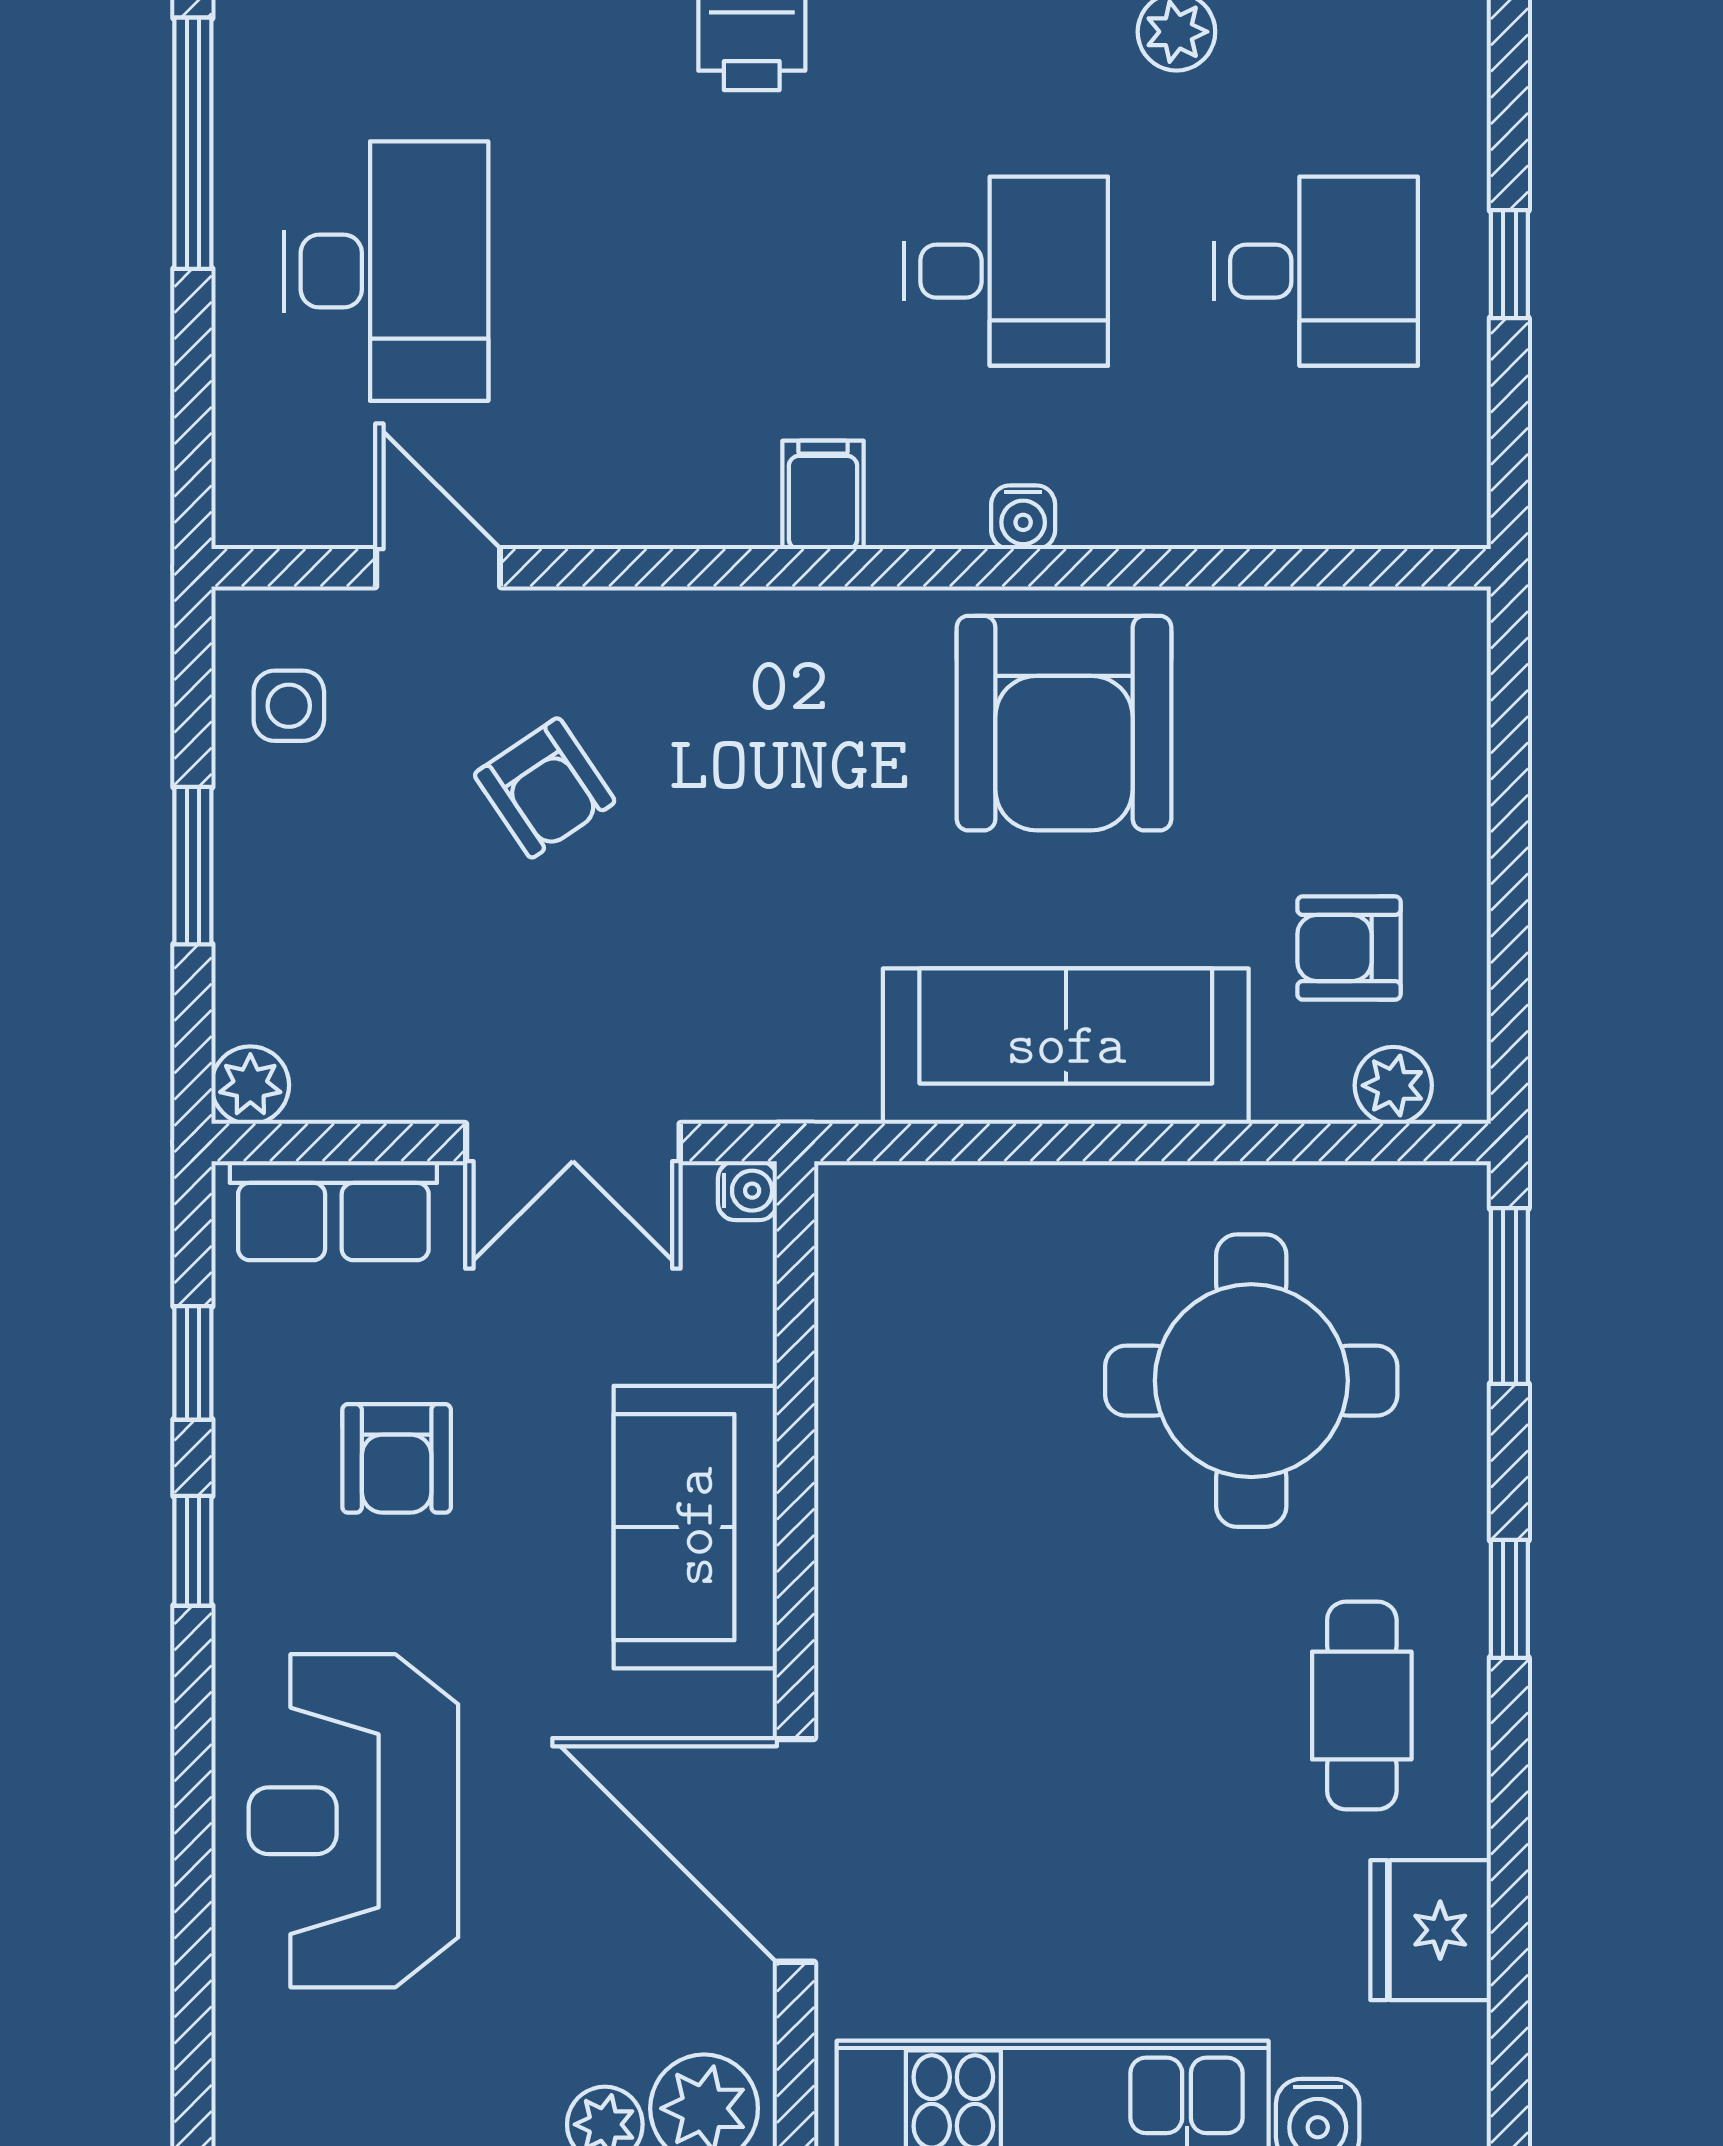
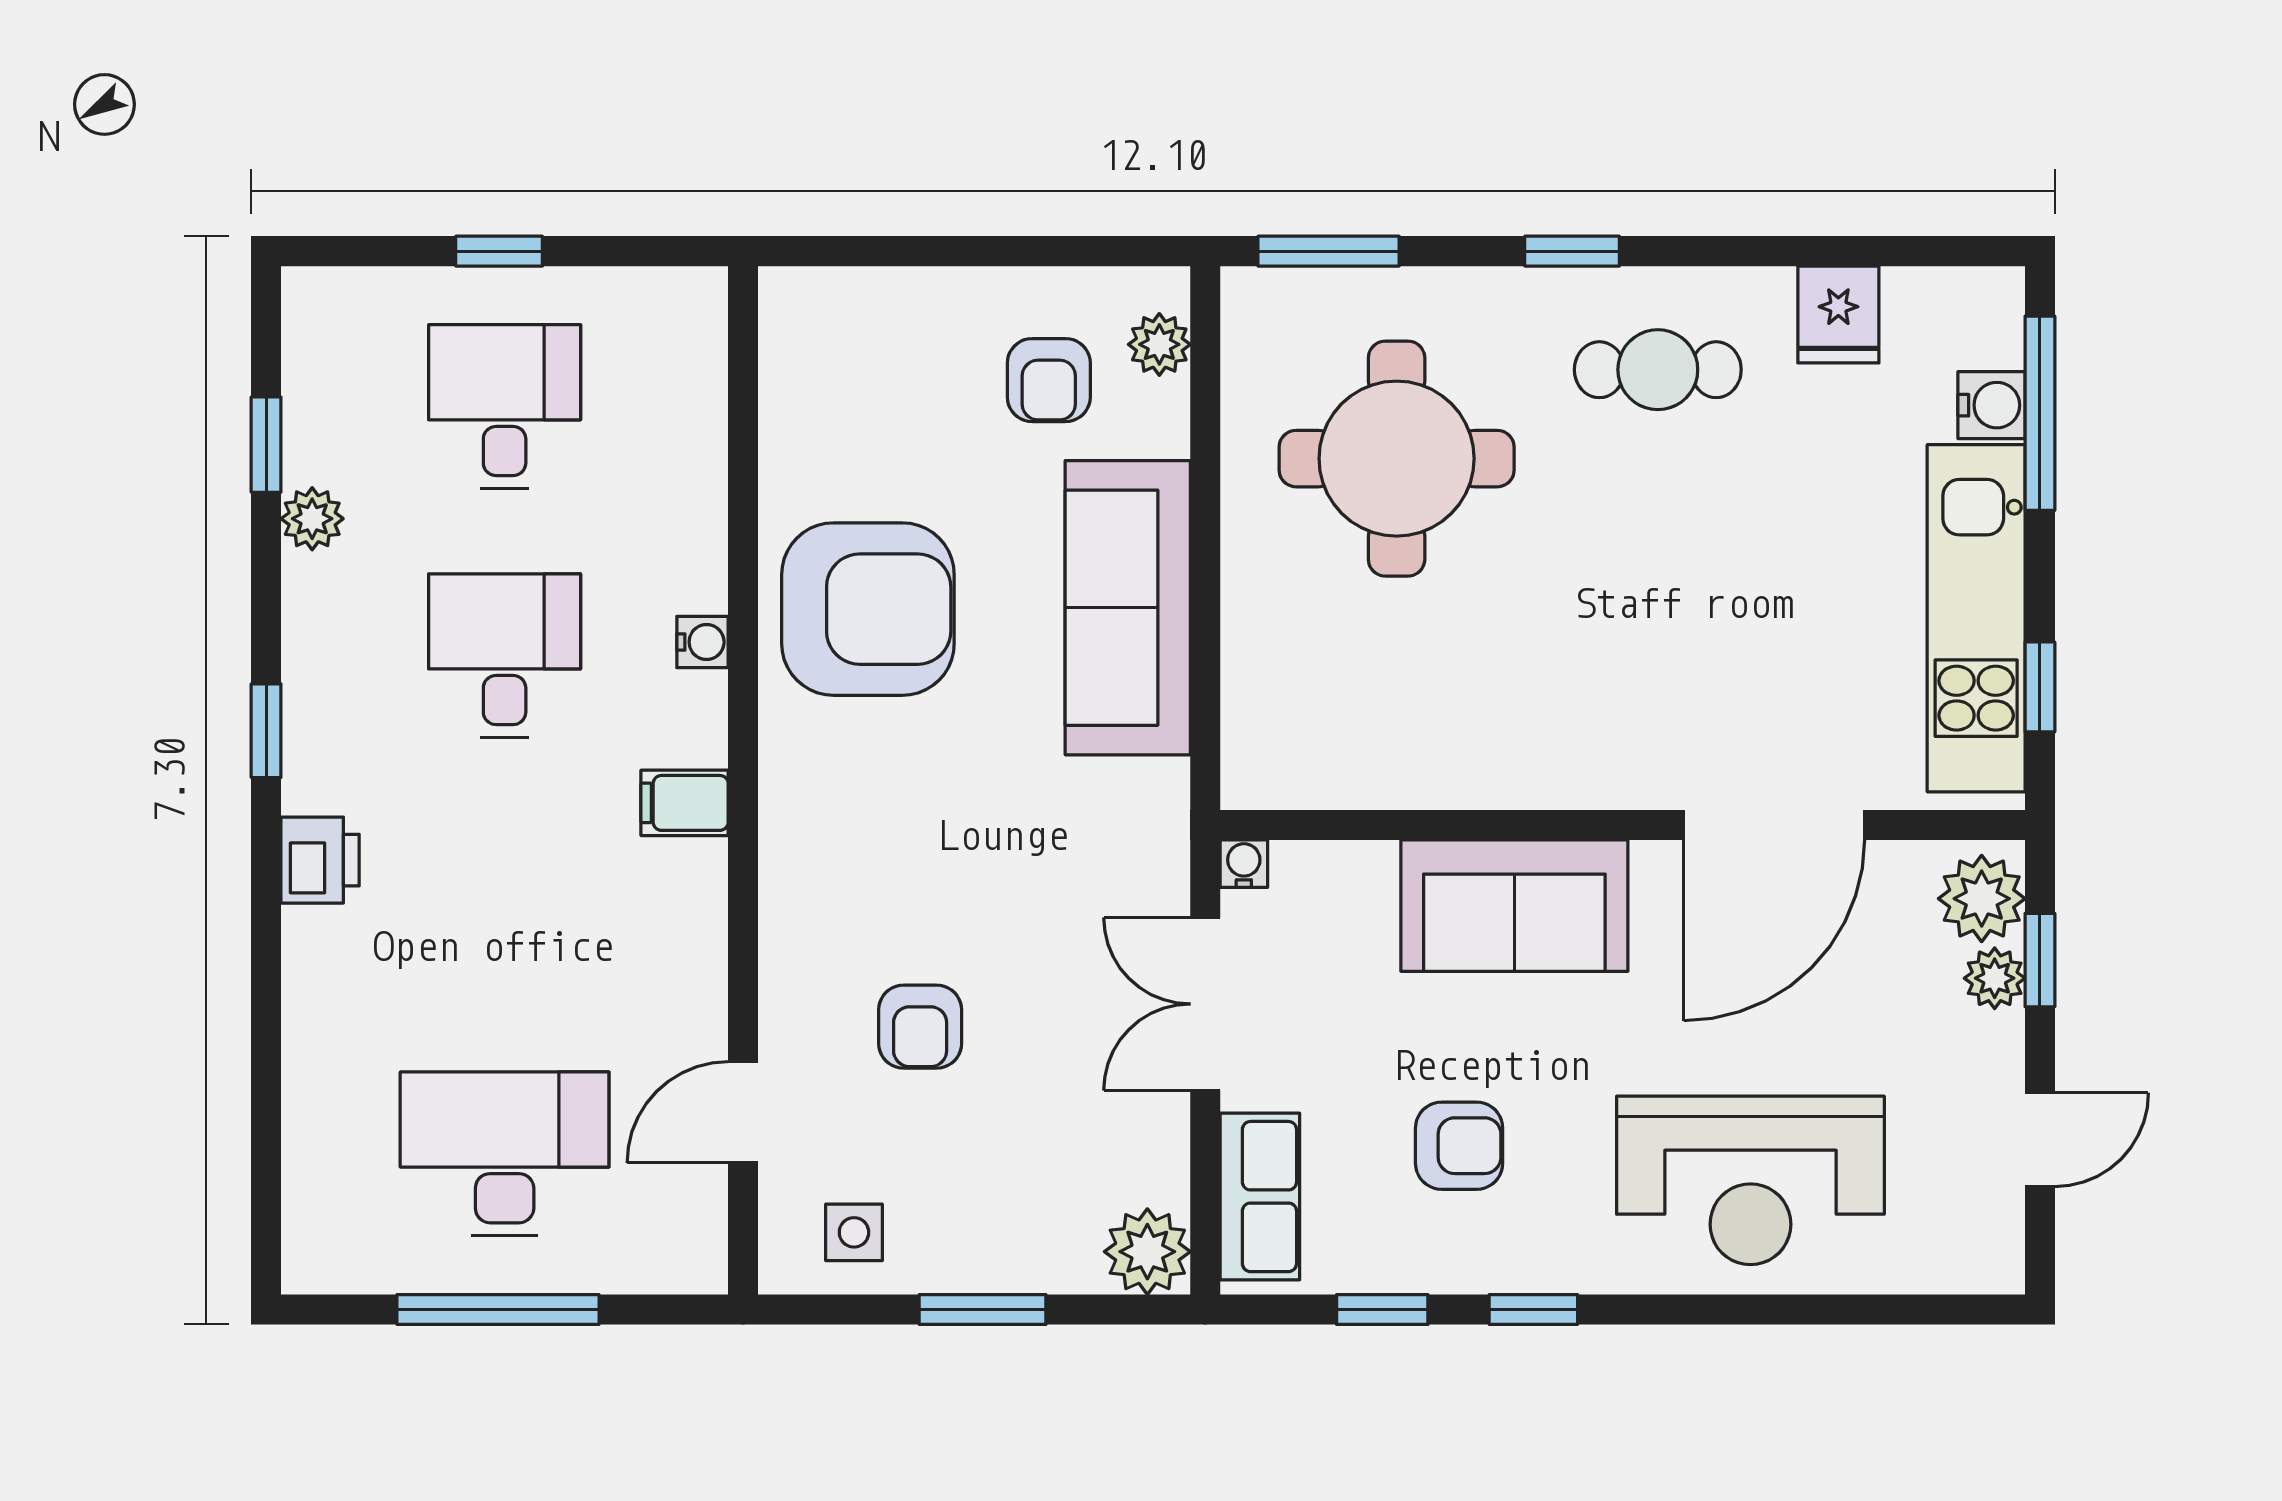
window: (193, 143) -> (498, 1309), moved
armchair: (545, 788) -> (920, 1027), turned 124
plant: (250, 1085) -> (1147, 1252), width x1.38, depth x1.38
double door: (573, 1143) -> (1205, 1004), swing flipped
fridge: (1431, 1930) -> (1838, 314), width x0.72

